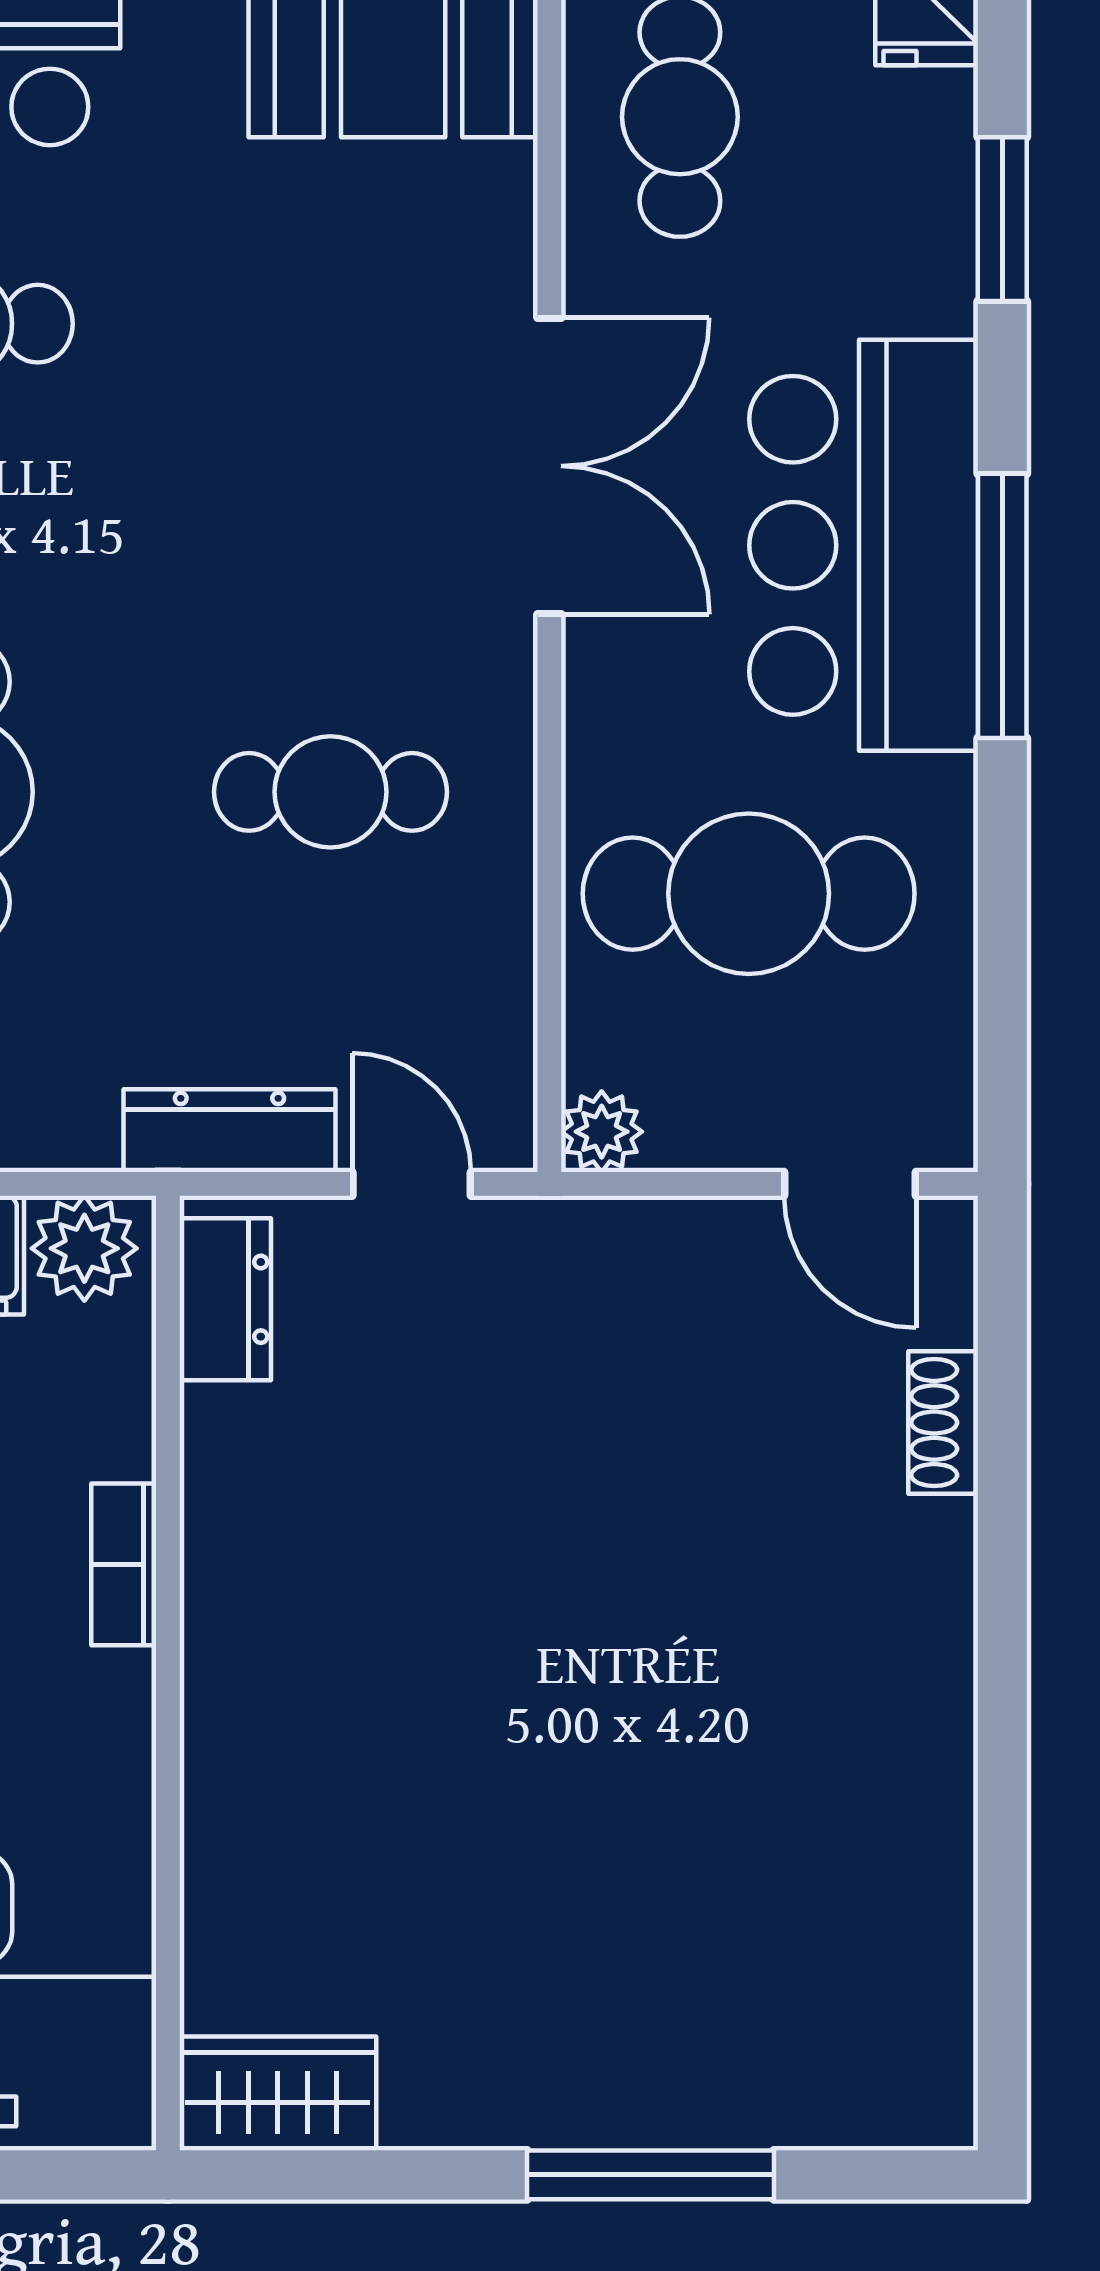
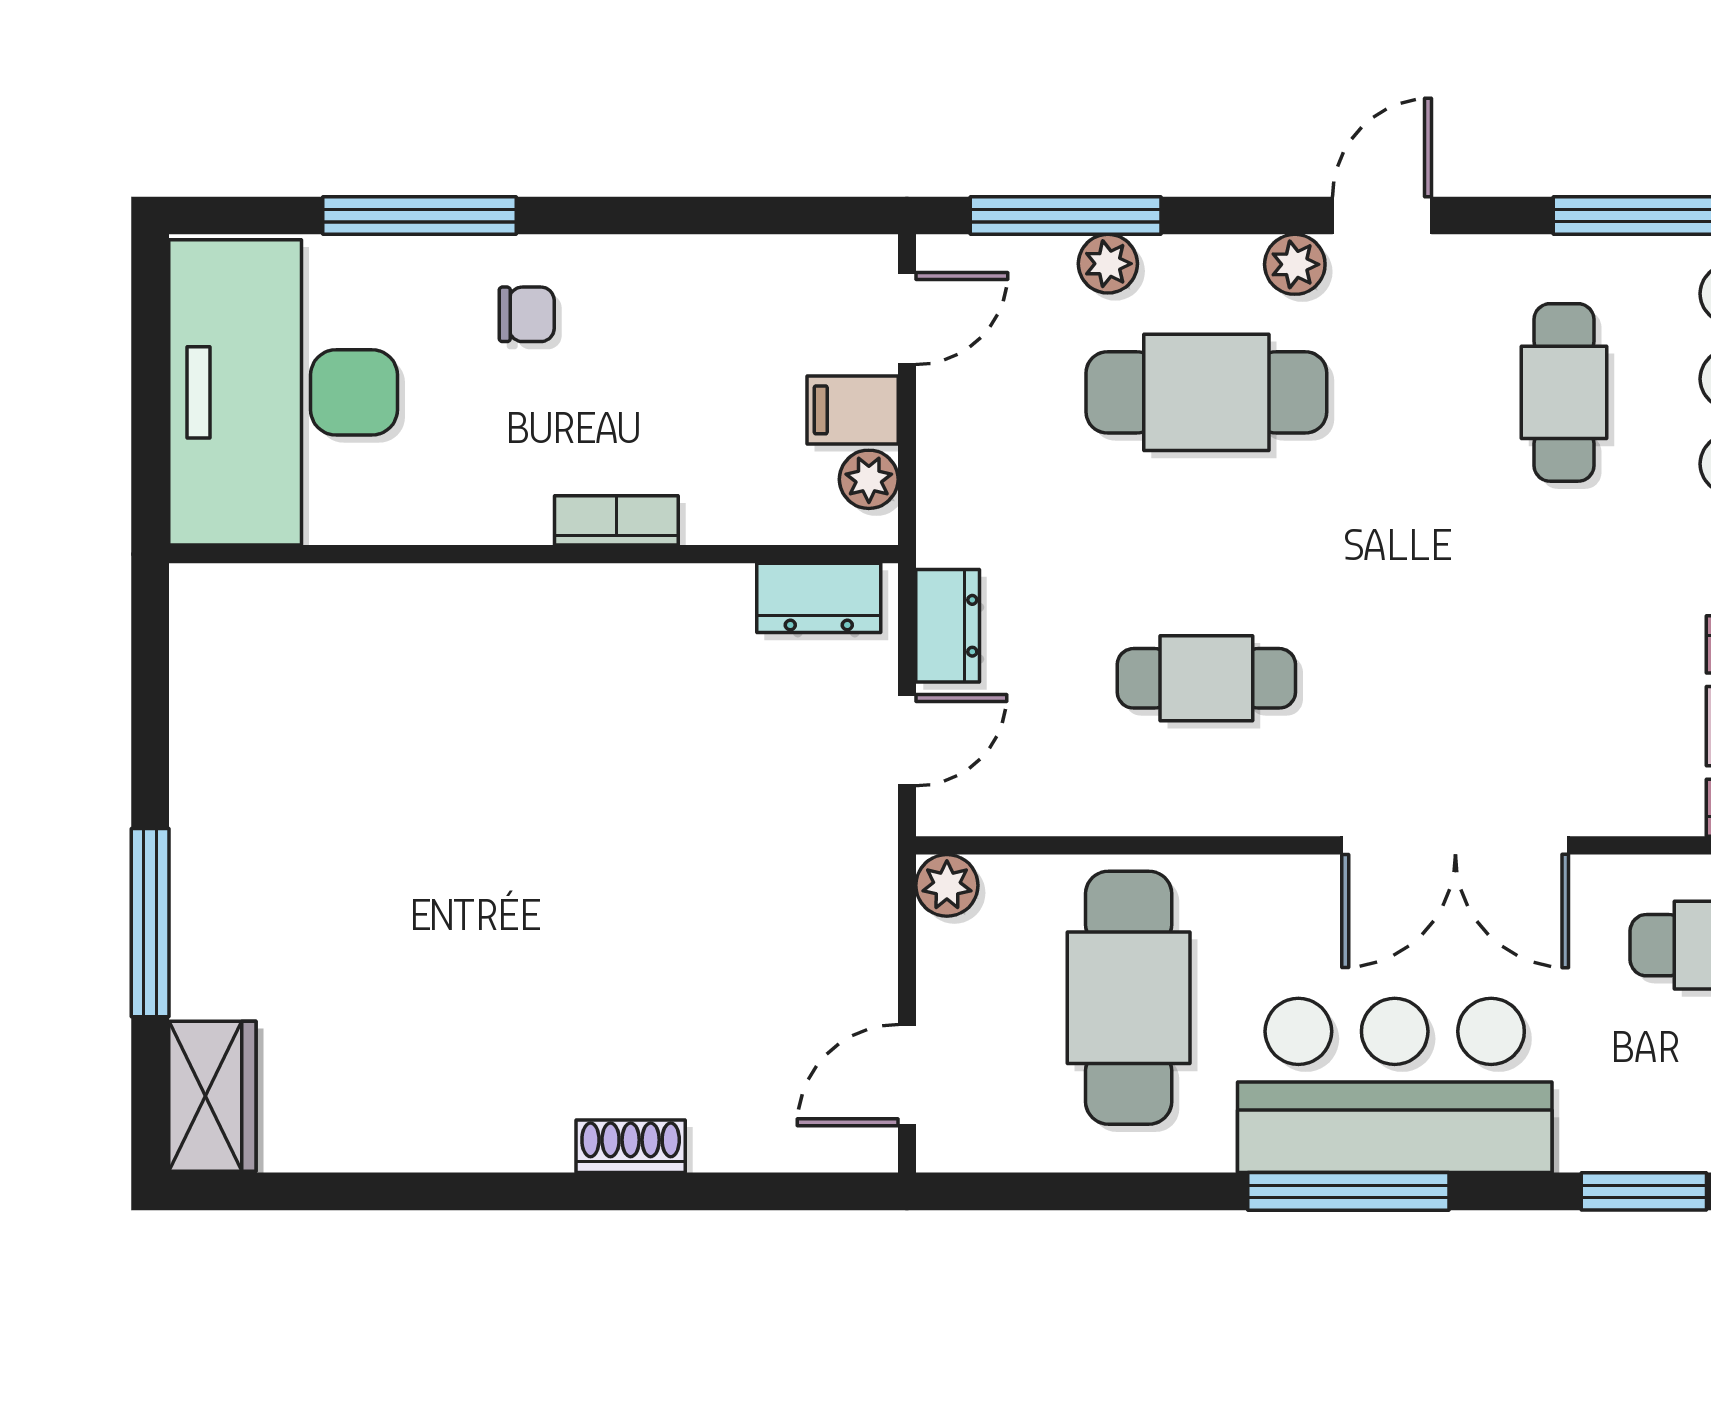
cafe table: (331, 792) -> (1206, 678), turned 90
dresser: (229, 1131) -> (948, 626), width x0.70
plant: (84, 1248) -> (869, 479), width x0.73, depth x0.73
shoe rack: (943, 1423) -> (631, 1146), moved
wardrobe: (278, 2093) -> (212, 1096), moved

